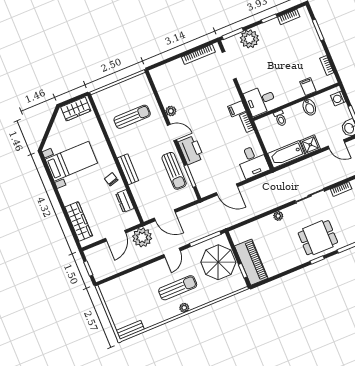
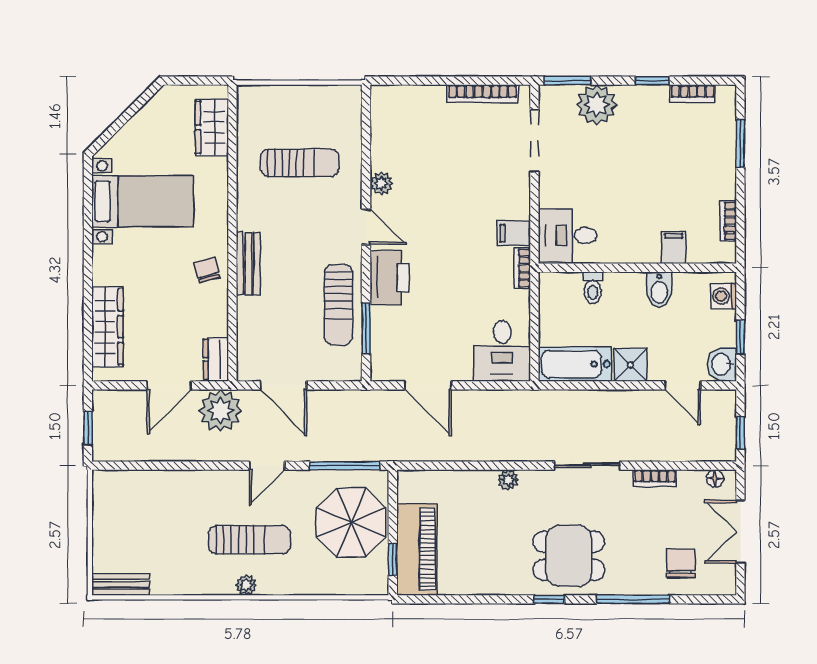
wardrobe: (76, 109) -> (212, 127), moved, turned 90
dresser: (125, 201) -> (216, 359), moved

